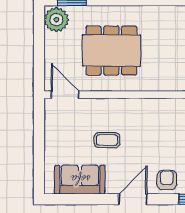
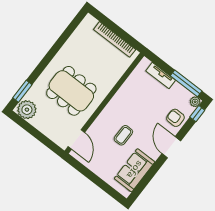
dining table: (111, 51) -> (71, 91), turned 90
door: (65, 95) -> (76, 139), swing flipped

